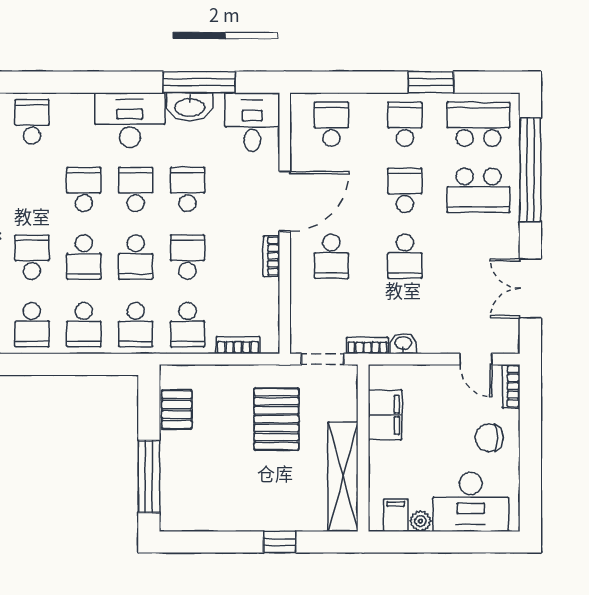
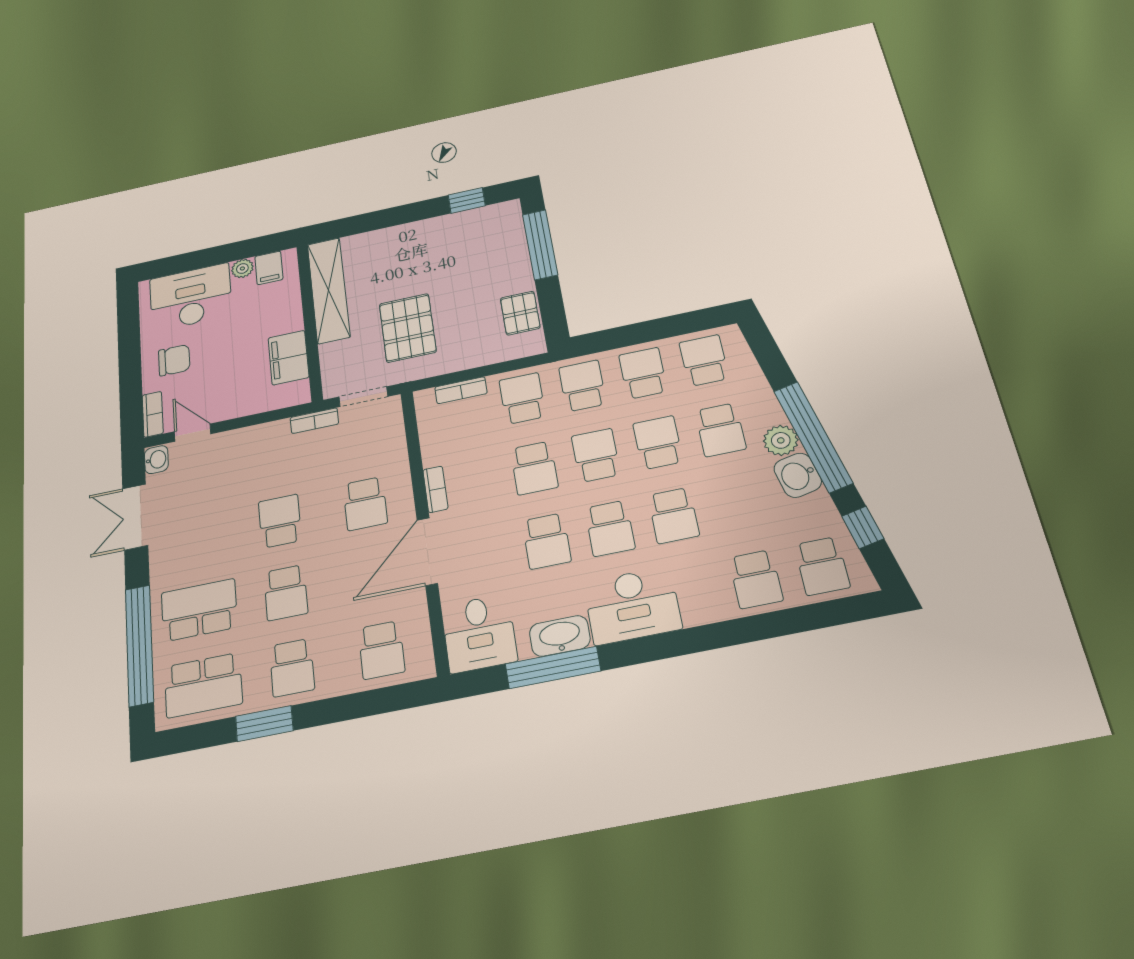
school desk: (331, 256) -> (365, 504), turned 180
double door: (530, 288) -> (135, 517), swing flipped
washbasin: (403, 343) -> (156, 460), moved, turned -90
window: (280, 542) -> (467, 200), moved

